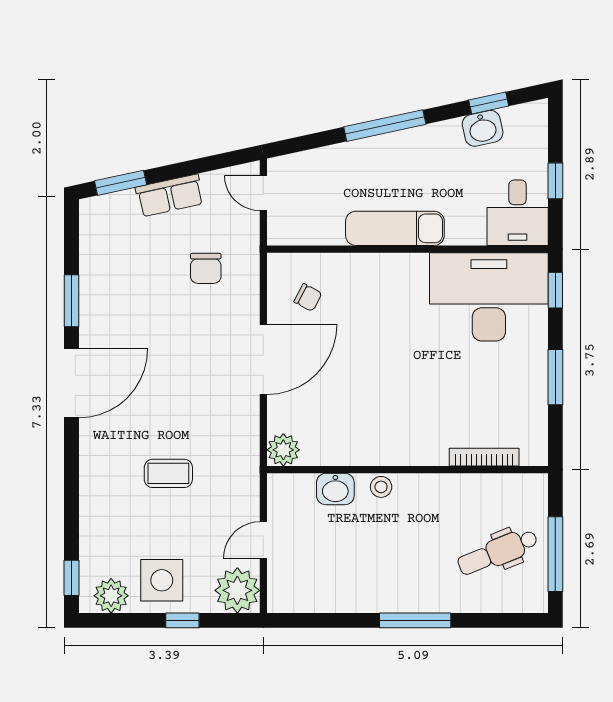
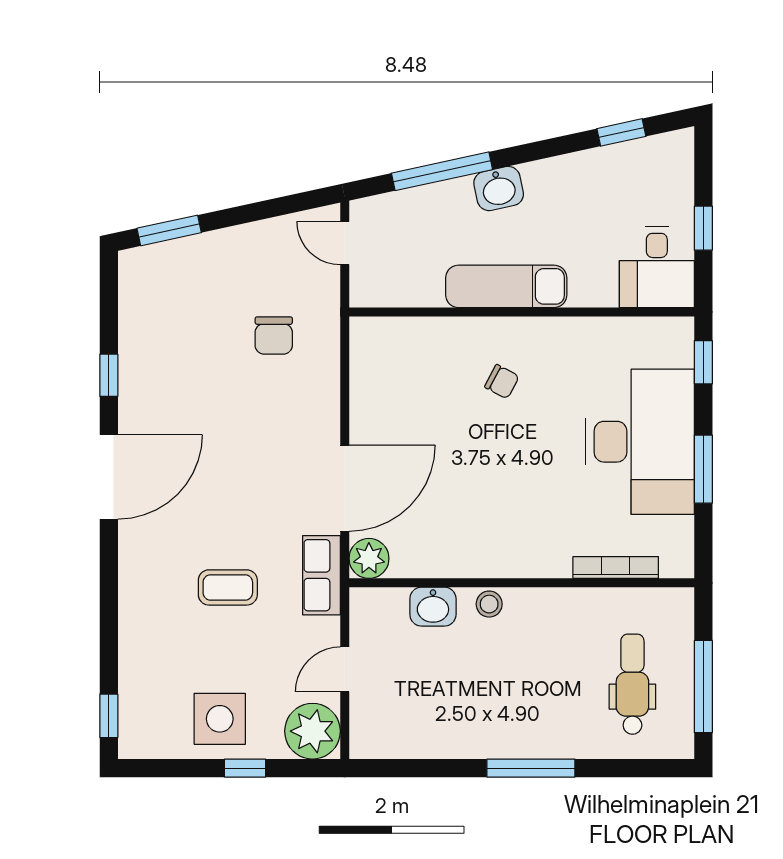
window: (385, 126) -> (442, 171), moved
washbasin: (483, 128) -> (499, 189), moved
row of seats: (170, 195) -> (321, 575), moved, turned 102
desk: (489, 297) -> (640, 442), moved, turned 90
chair: (308, 298) -> (502, 382), moved
window: (72, 301) -> (109, 375), width x0.67
door: (263, 359) -> (345, 488), moved
dental chair: (498, 552) -> (632, 684), turned 112
plant: (111, 596) -> (157, 738), removed

